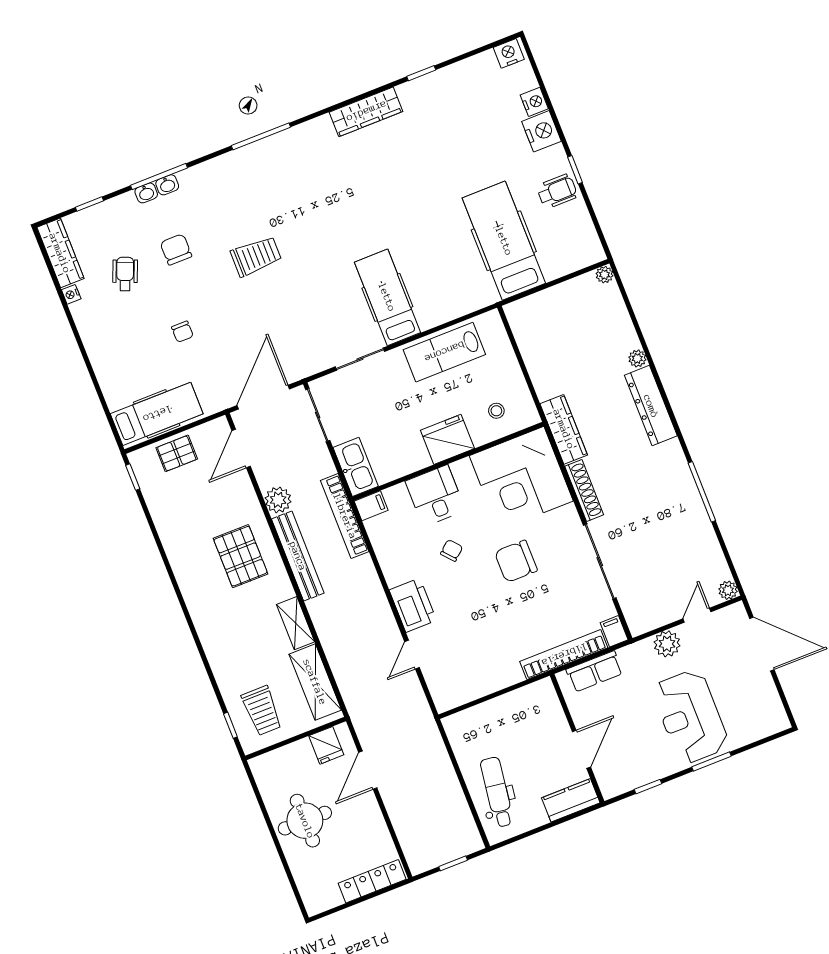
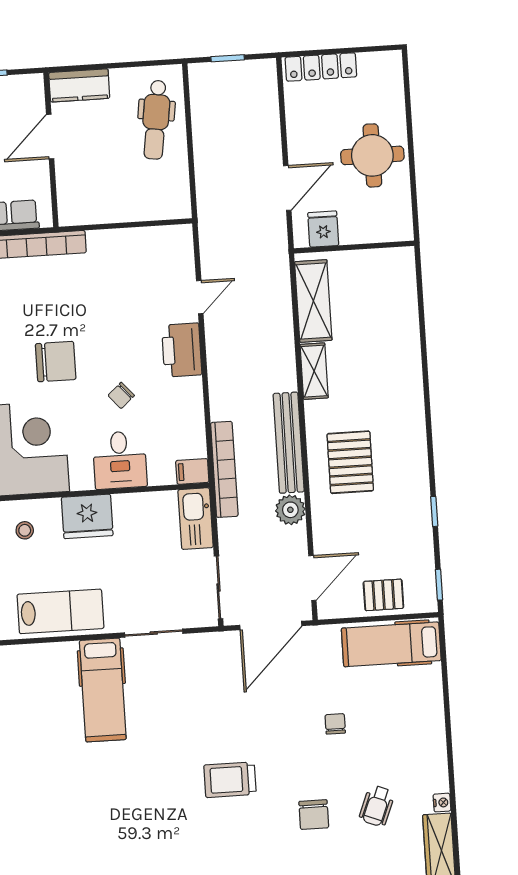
trolley: (262, 711) -> (381, 289), removed
window: (230, 725) -> (434, 511), moved

